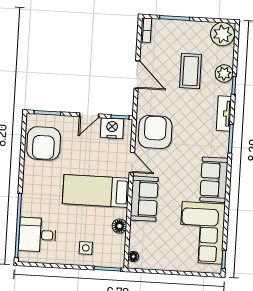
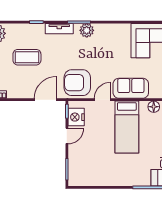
plant: (224, 74) -> (87, 30), moved
door: (137, 75) -> (45, 100), moved
door: (89, 115) -> (67, 136), hinge flipped
armchair: (44, 143) -> (91, 171), removed
sofa: (214, 180) -> (112, 34), removed

